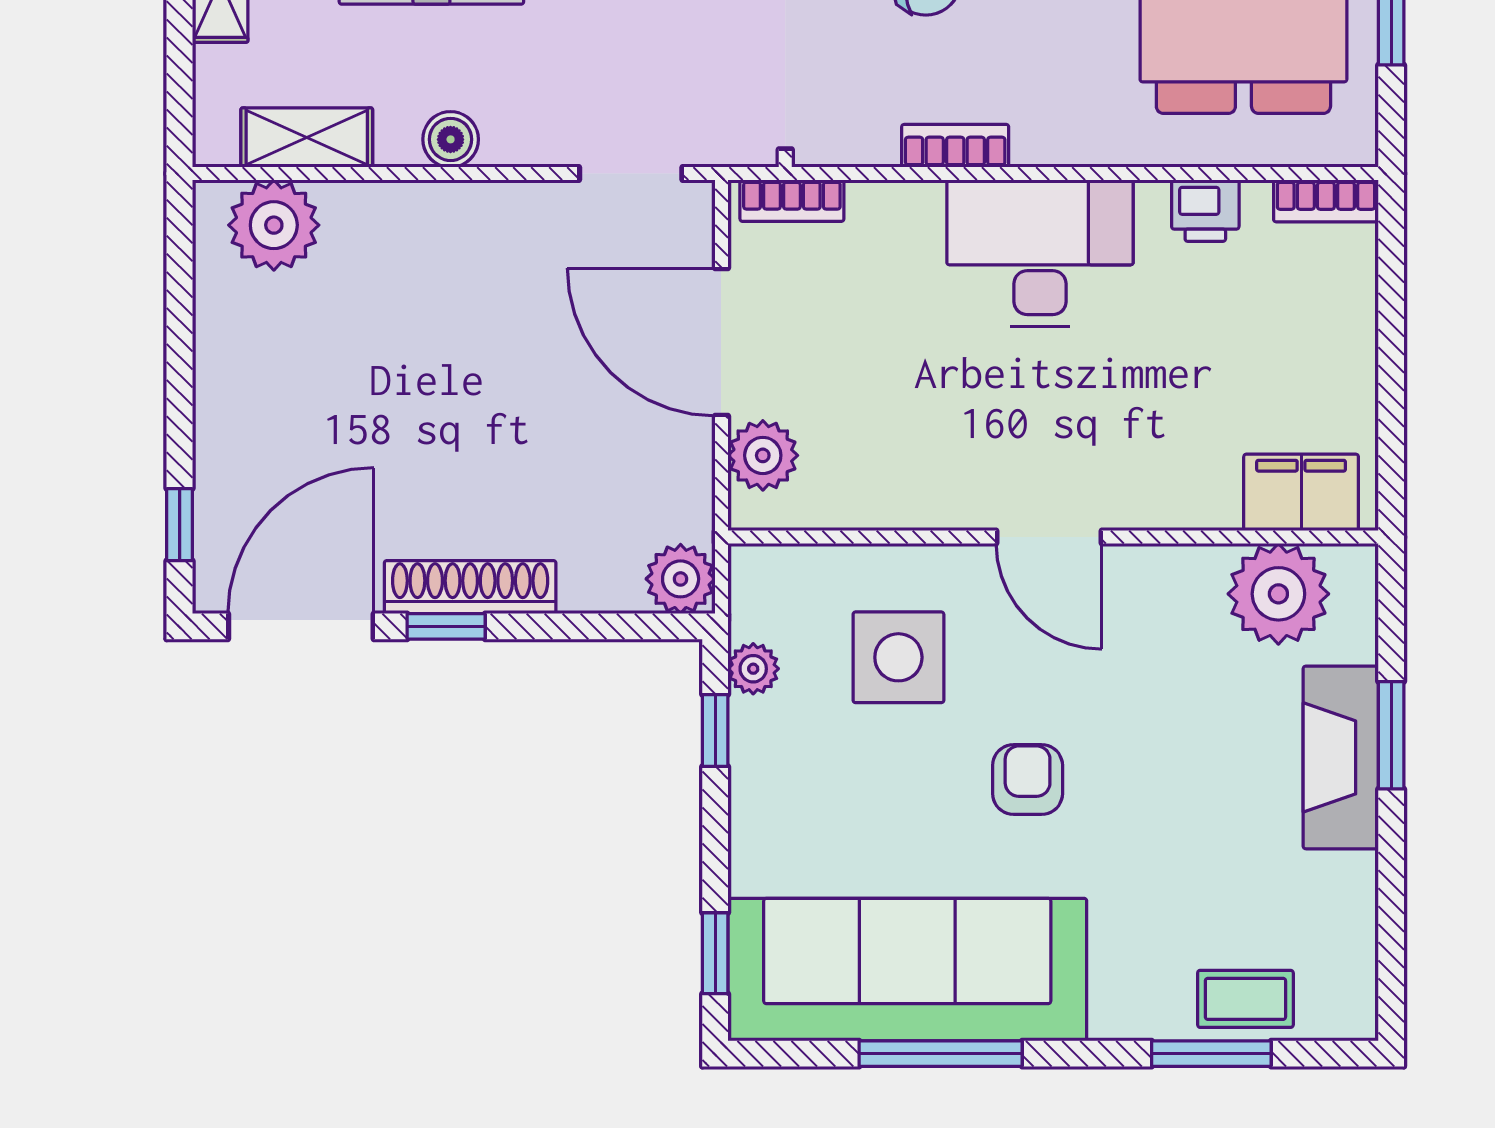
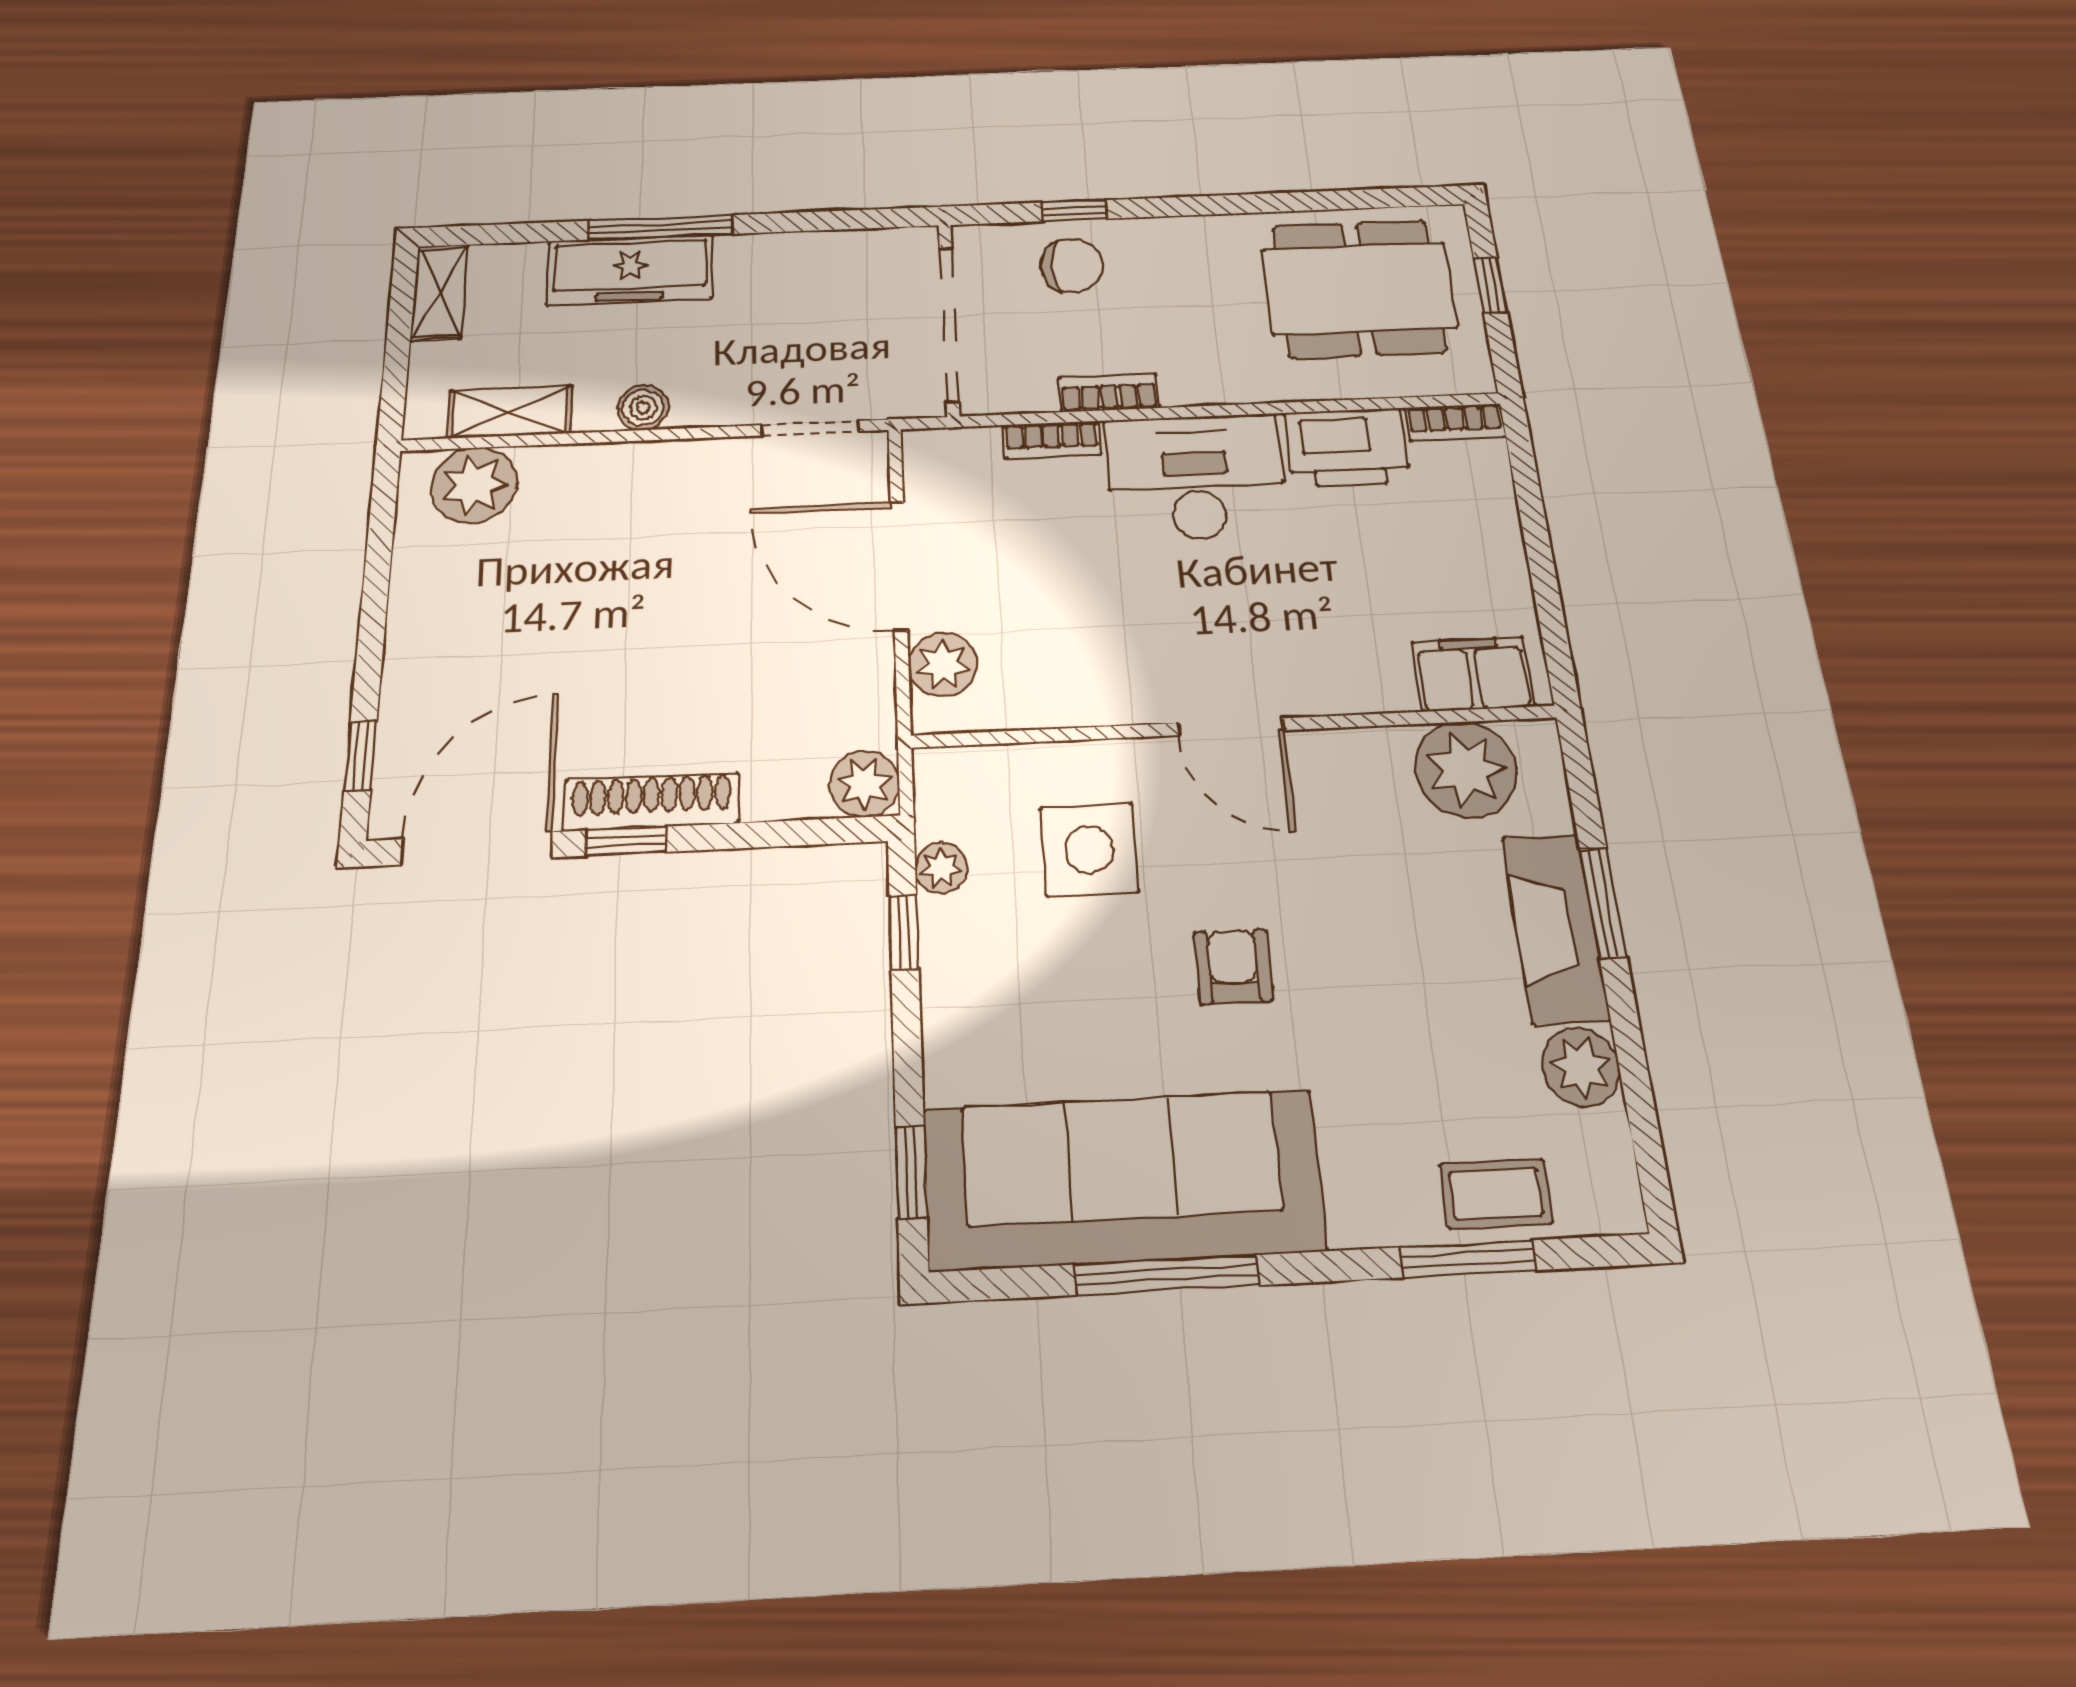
bookcase: (792, 201) -> (1052, 440), moved
printer: (1205, 211) -> (1347, 447), width x1.87, depth x1.48
plant: (1342, 890) -> (1581, 1067), added

